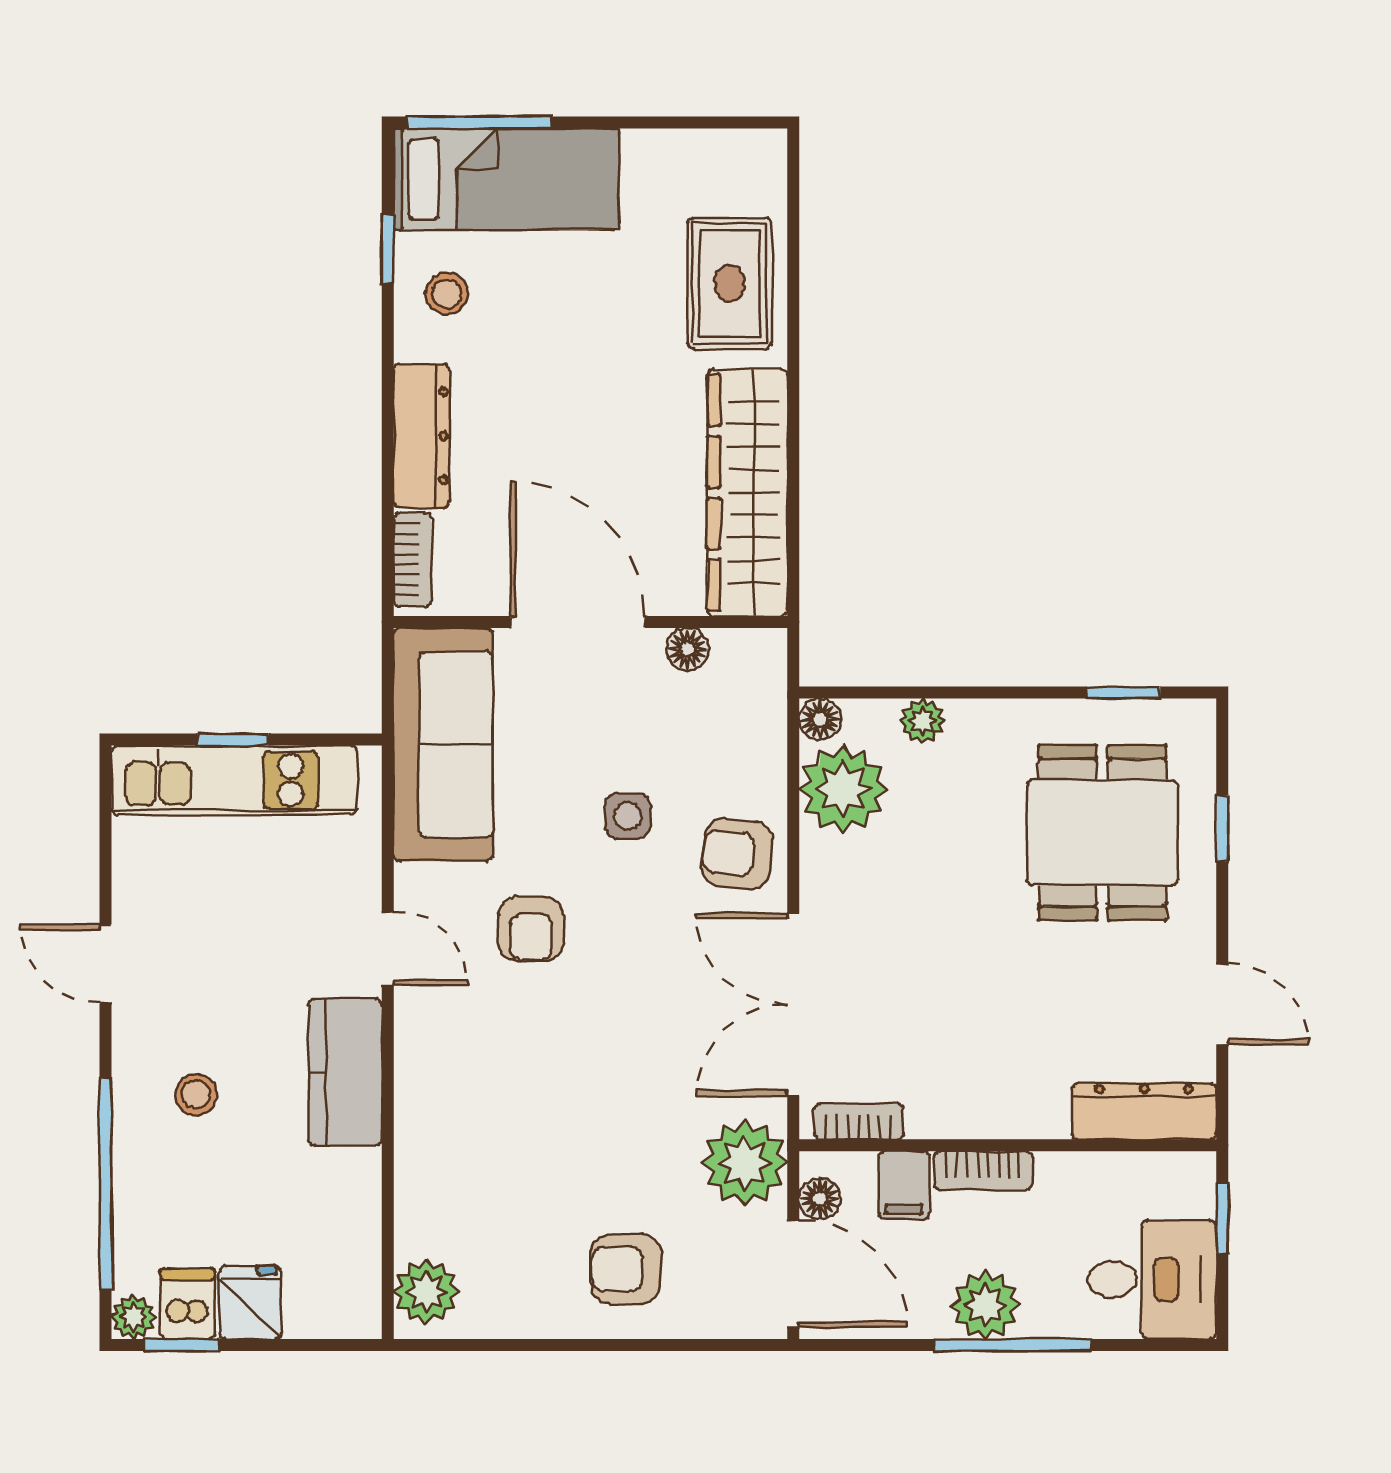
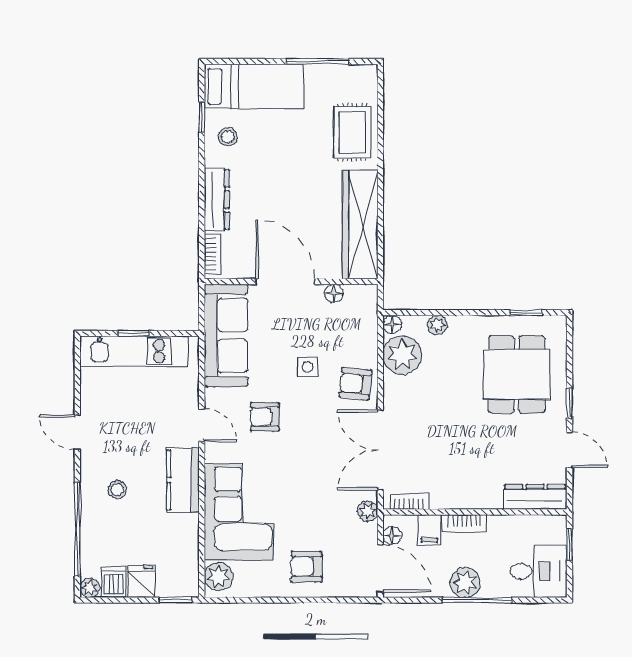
window: (479, 122) -> (317, 61), moved
window: (1222, 829) -> (569, 403), moved
armchair: (531, 929) -> (265, 417), turned 90
corner sofa: (472, 1145) -> (239, 512), added
plant: (745, 1163) -> (368, 511), width x0.53, depth x0.53
window: (182, 1345) -> (176, 600), moved

